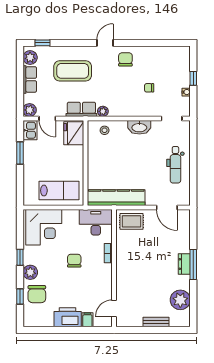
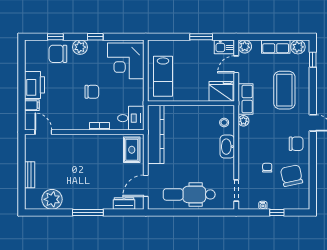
chair: (157, 64) -> (292, 176), added
washbasin: (139, 127) -> (227, 147), moved
dental chair: (175, 165) -> (189, 194), width x1.36, depth x1.38
desk: (96, 222) -> (131, 118), width x0.73
dresser: (184, 264) -> (124, 203), moved

